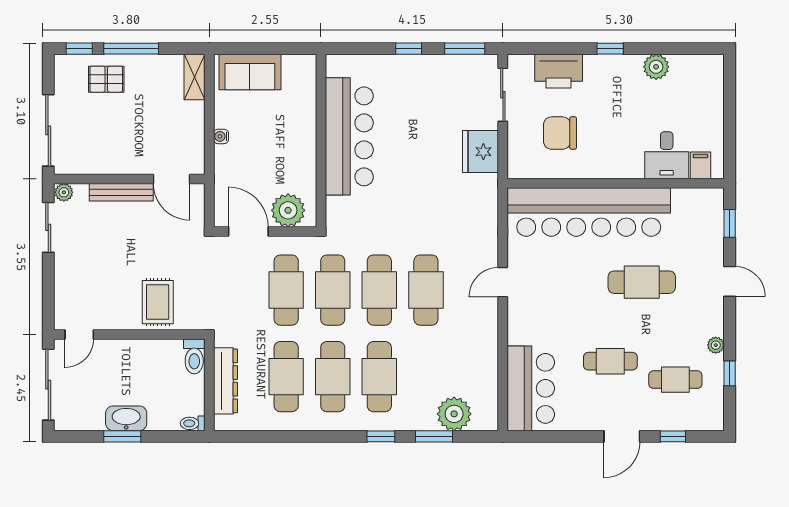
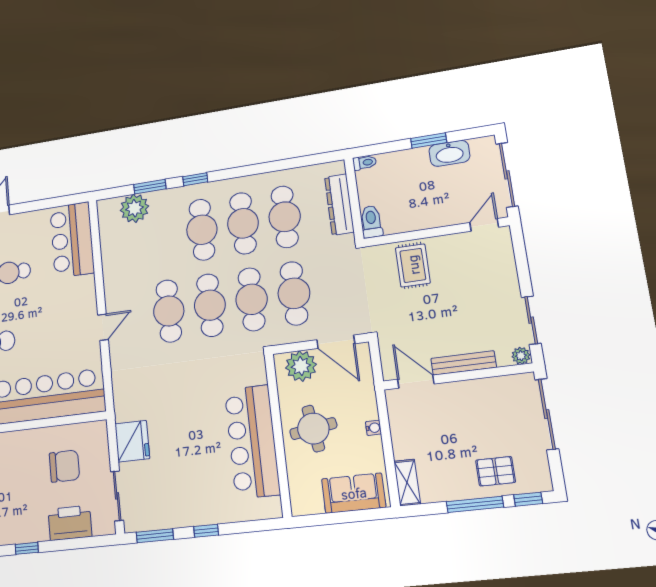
round table: (283, 143) -> (313, 429), added
washbasin: (126, 418) -> (449, 153), moved

